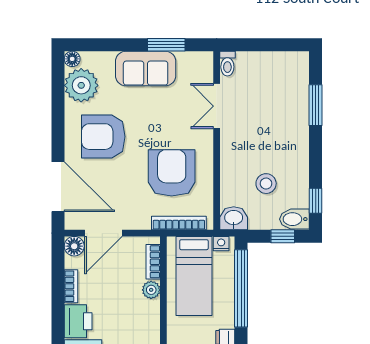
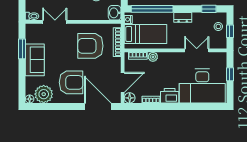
double door: (217, 106) -> (55, 22), swing flipped
armchair: (103, 137) -> (71, 82), turned -90
door: (58, 187) -> (98, 107), hinge flipped
door: (103, 233) -> (123, 82), hinge flipped

